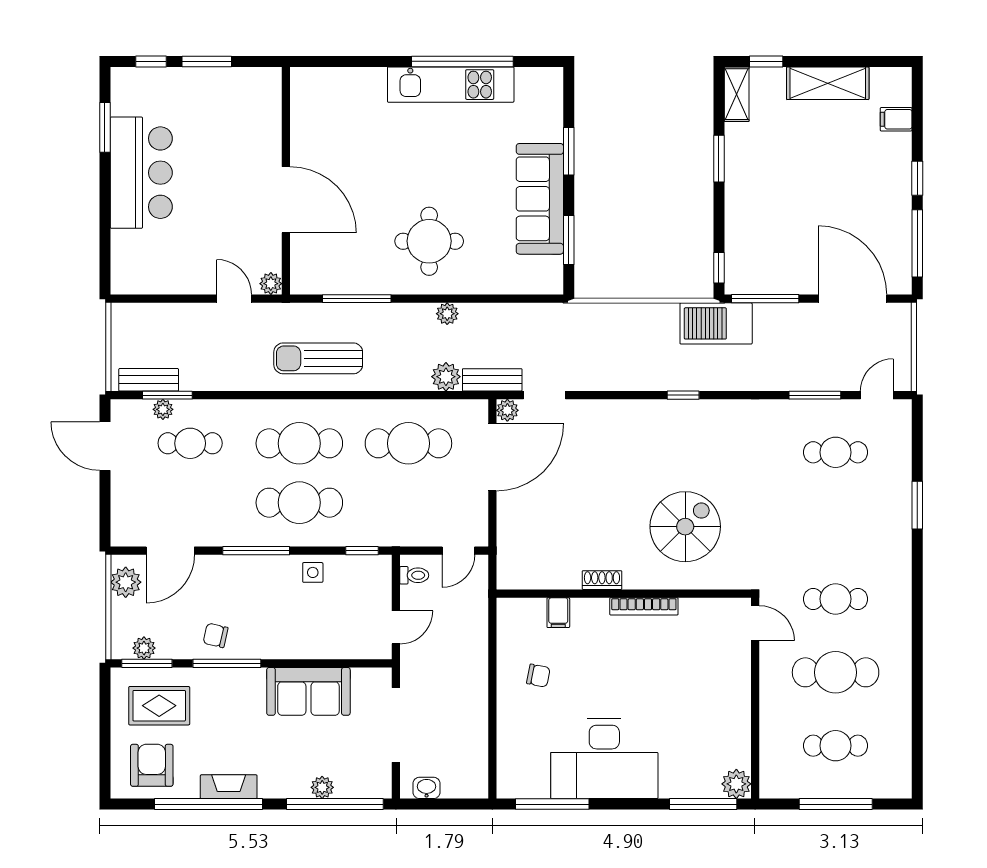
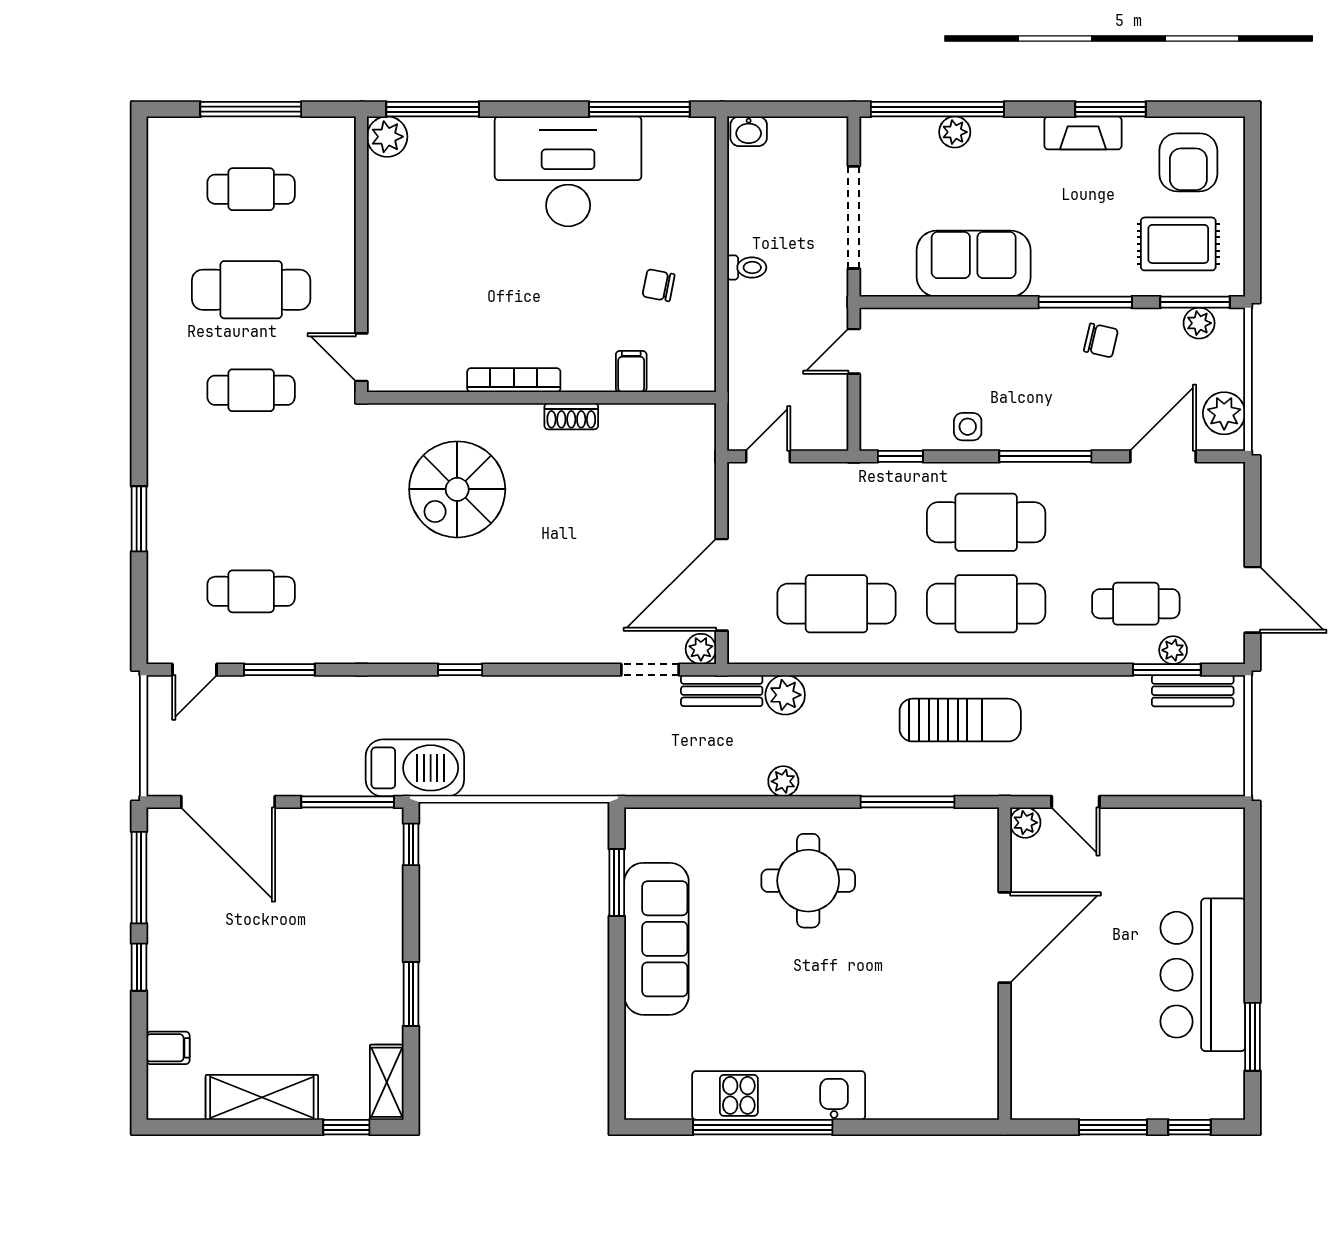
window: (569, 151) -> (617, 1004), removed
door: (286, 200) -> (1005, 938), swing flipped
toilet: (414, 575) -> (747, 267), moved, turned 180
washbasin: (427, 788) -> (749, 131), moved
window: (209, 804) -> (1111, 109), width x0.47

